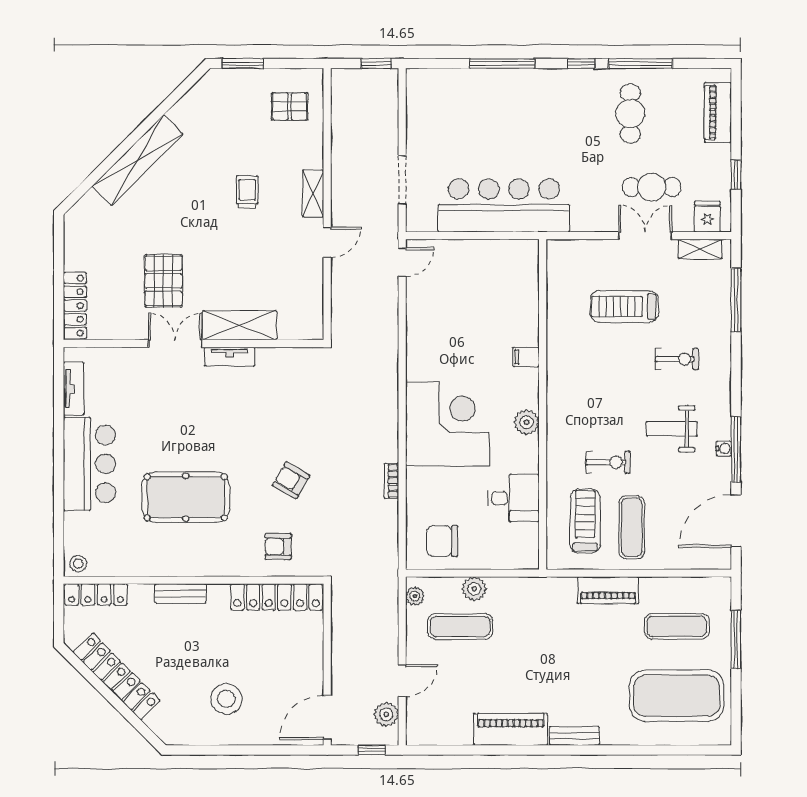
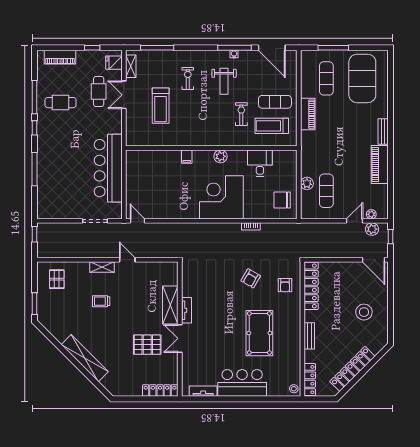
chair: (442, 541) -> (282, 200), turned 90
plant: (415, 596) -> (371, 214), moved
door: (402, 681) -> (355, 221), hinge flipped

